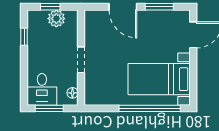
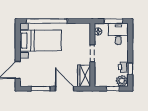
plant: (56, 19) -> (122, 81), moved
wardrobe: (93, 26) -> (84, 76), added
printer: (34, 39) -> (123, 67), added

